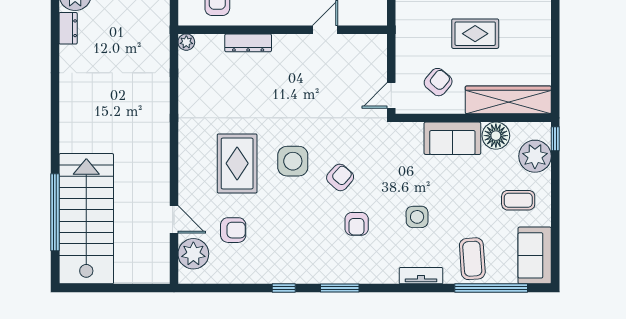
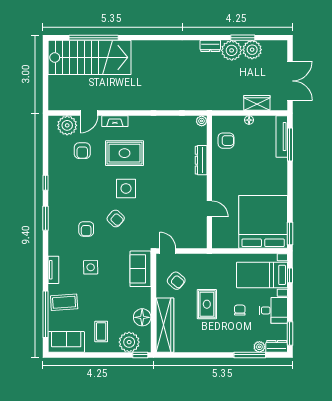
sofa: (452, 138) -> (141, 269), moved
fireplace: (187, 179) -> (115, 121), added
armchair: (357, 224) -> (86, 229), turned -90

